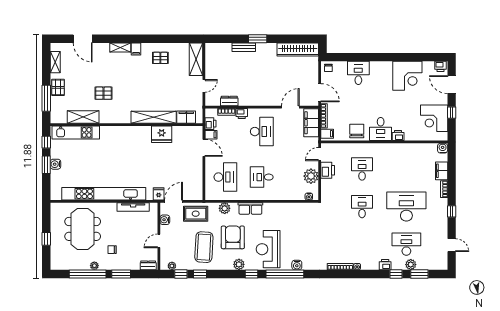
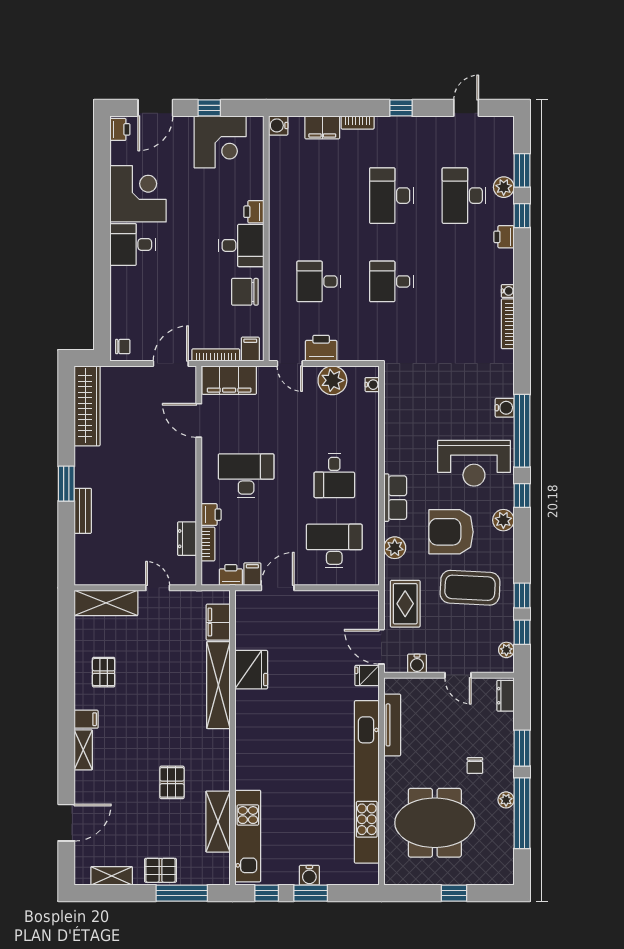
desk: (358, 73) -> (133, 245), moved
desk: (406, 207) -> (391, 196), width x0.73, depth x0.77

